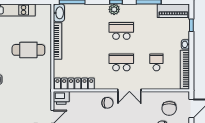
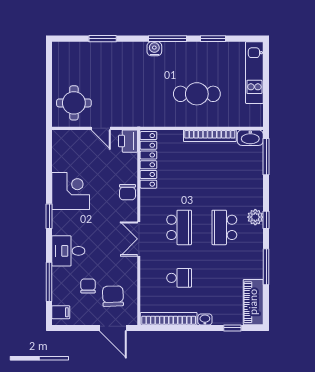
school desk: (121, 31) -> (224, 227), turned 180
cafe table: (28, 50) -> (197, 94), turned 90
chair: (107, 103) -> (127, 192), moved
chair: (169, 108) -> (113, 296), turned 88

